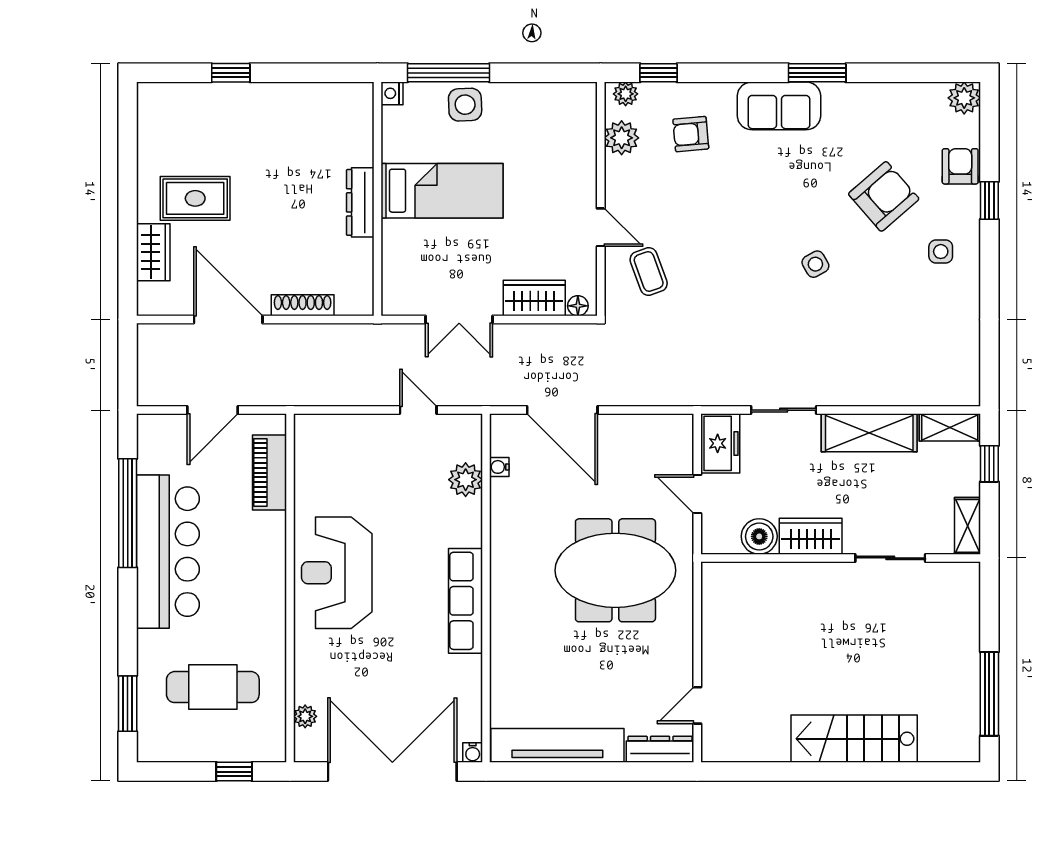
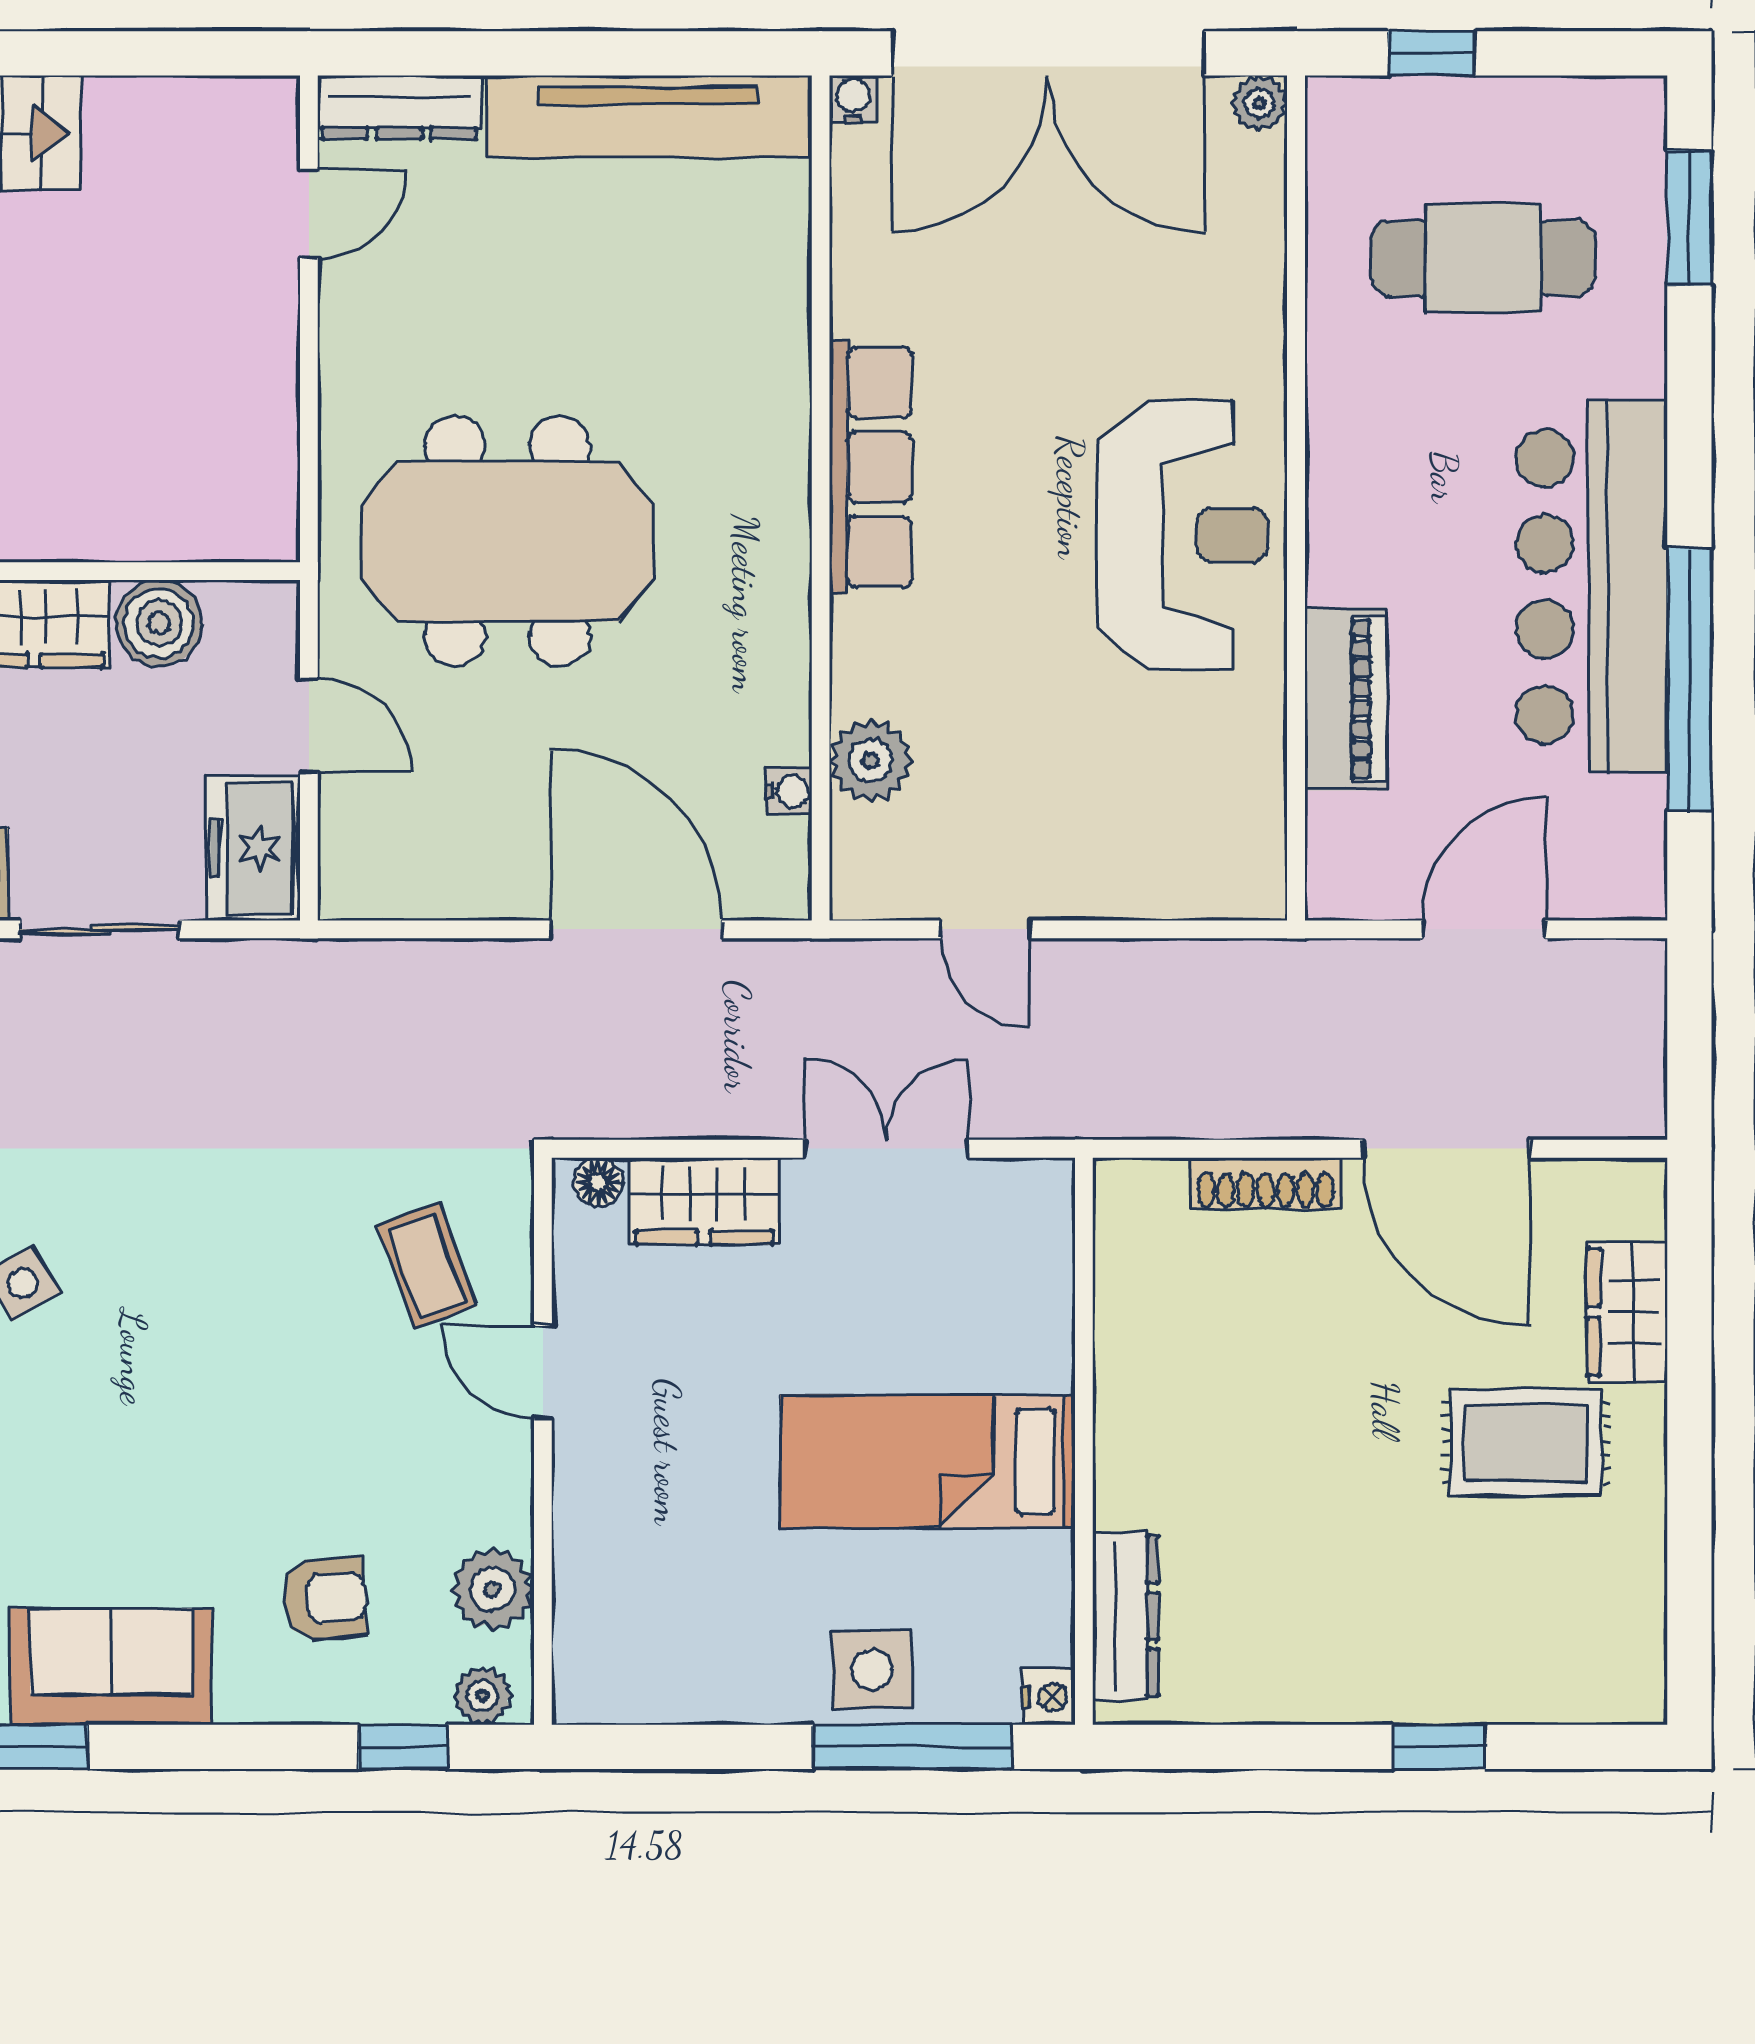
dresser: (360, 202) -> (1126, 1616), moved
piano: (270, 473) -> (1346, 699), moved
plant: (305, 716) -> (1259, 103), moved

